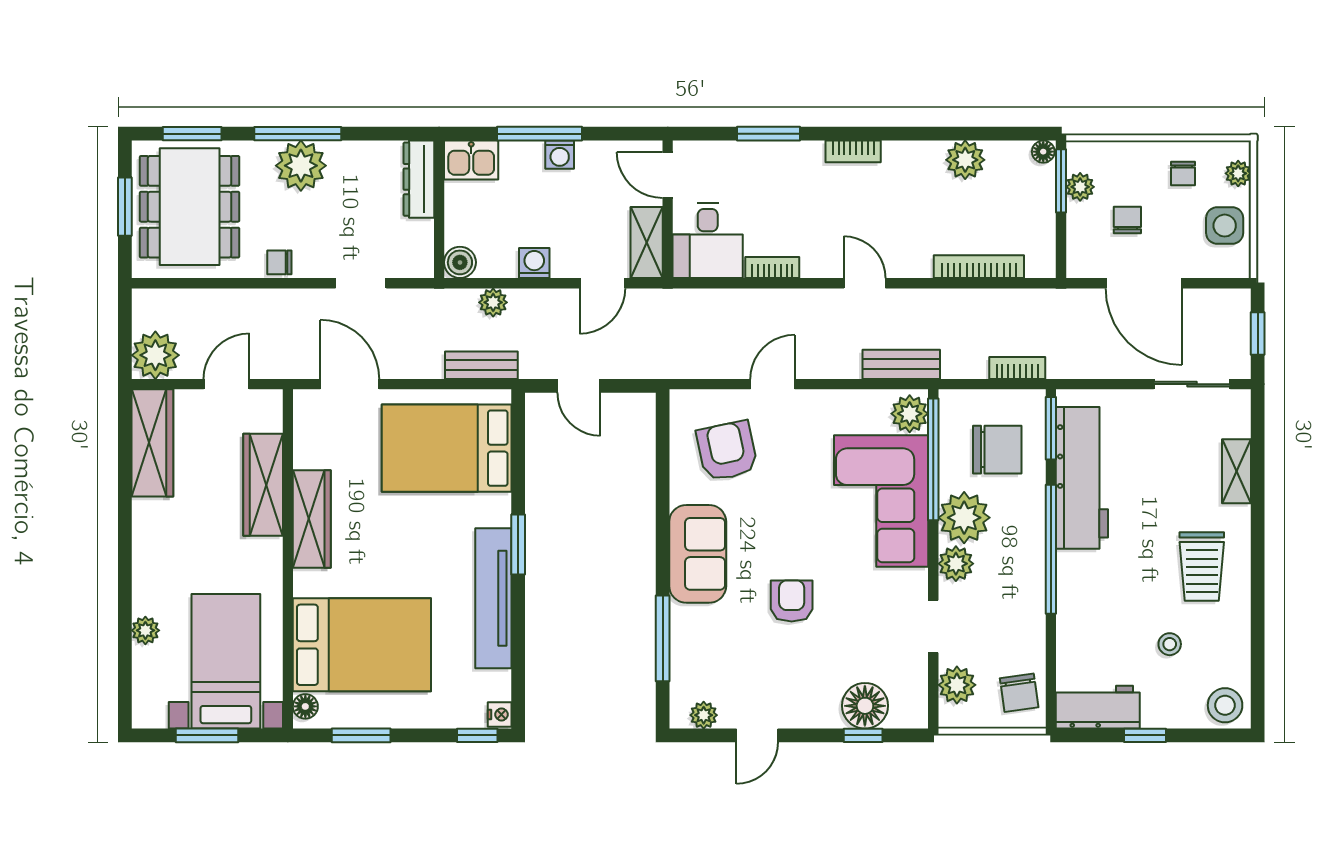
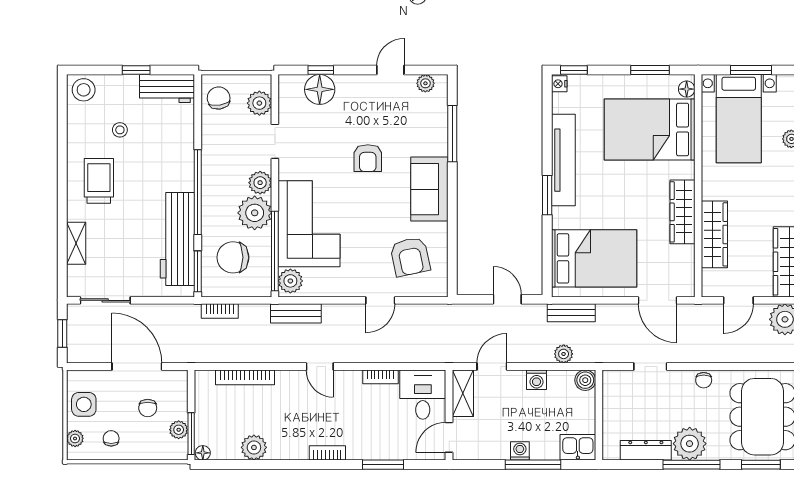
door: (668, 175) -> (449, 437), swing flipped
dresser: (419, 179) -> (646, 450), moved, turned -90
chair: (279, 262) -> (704, 380), turned 90

